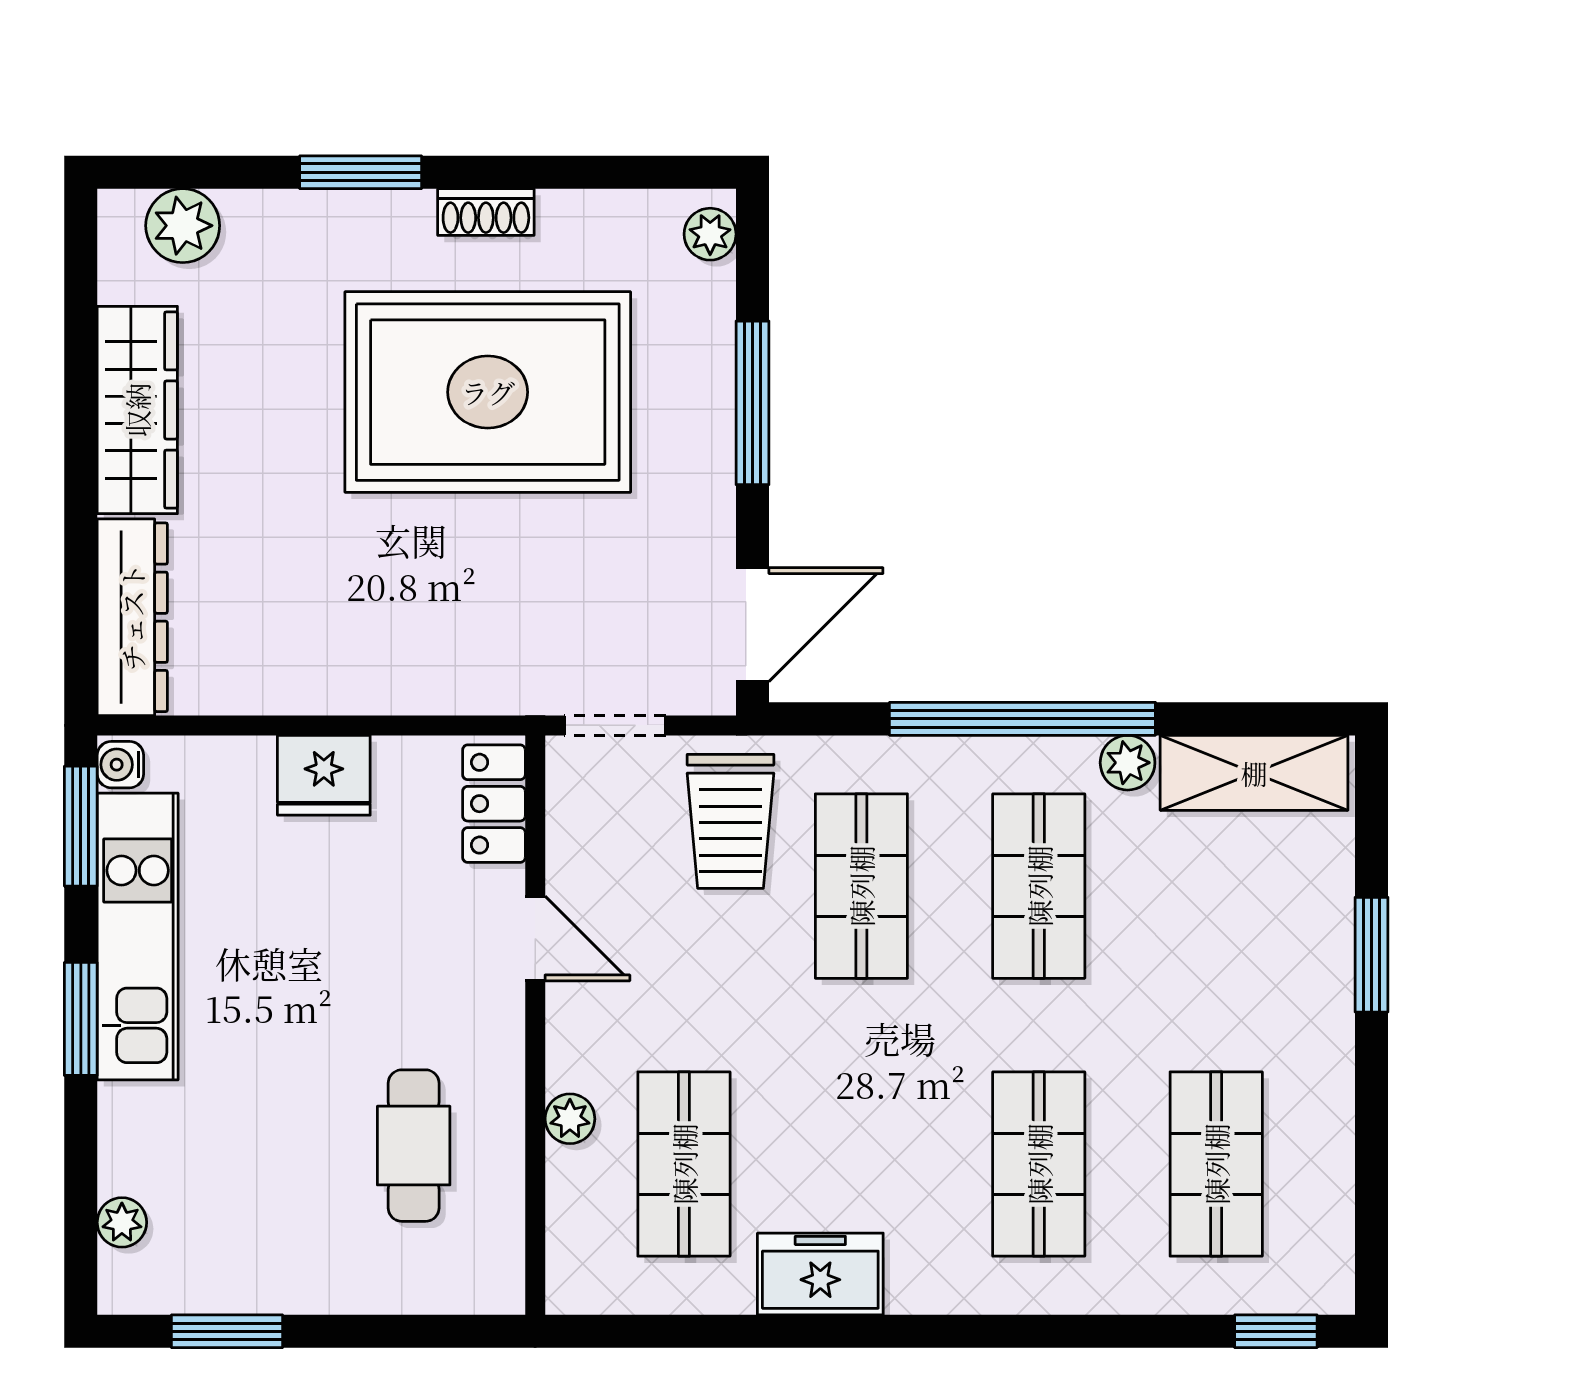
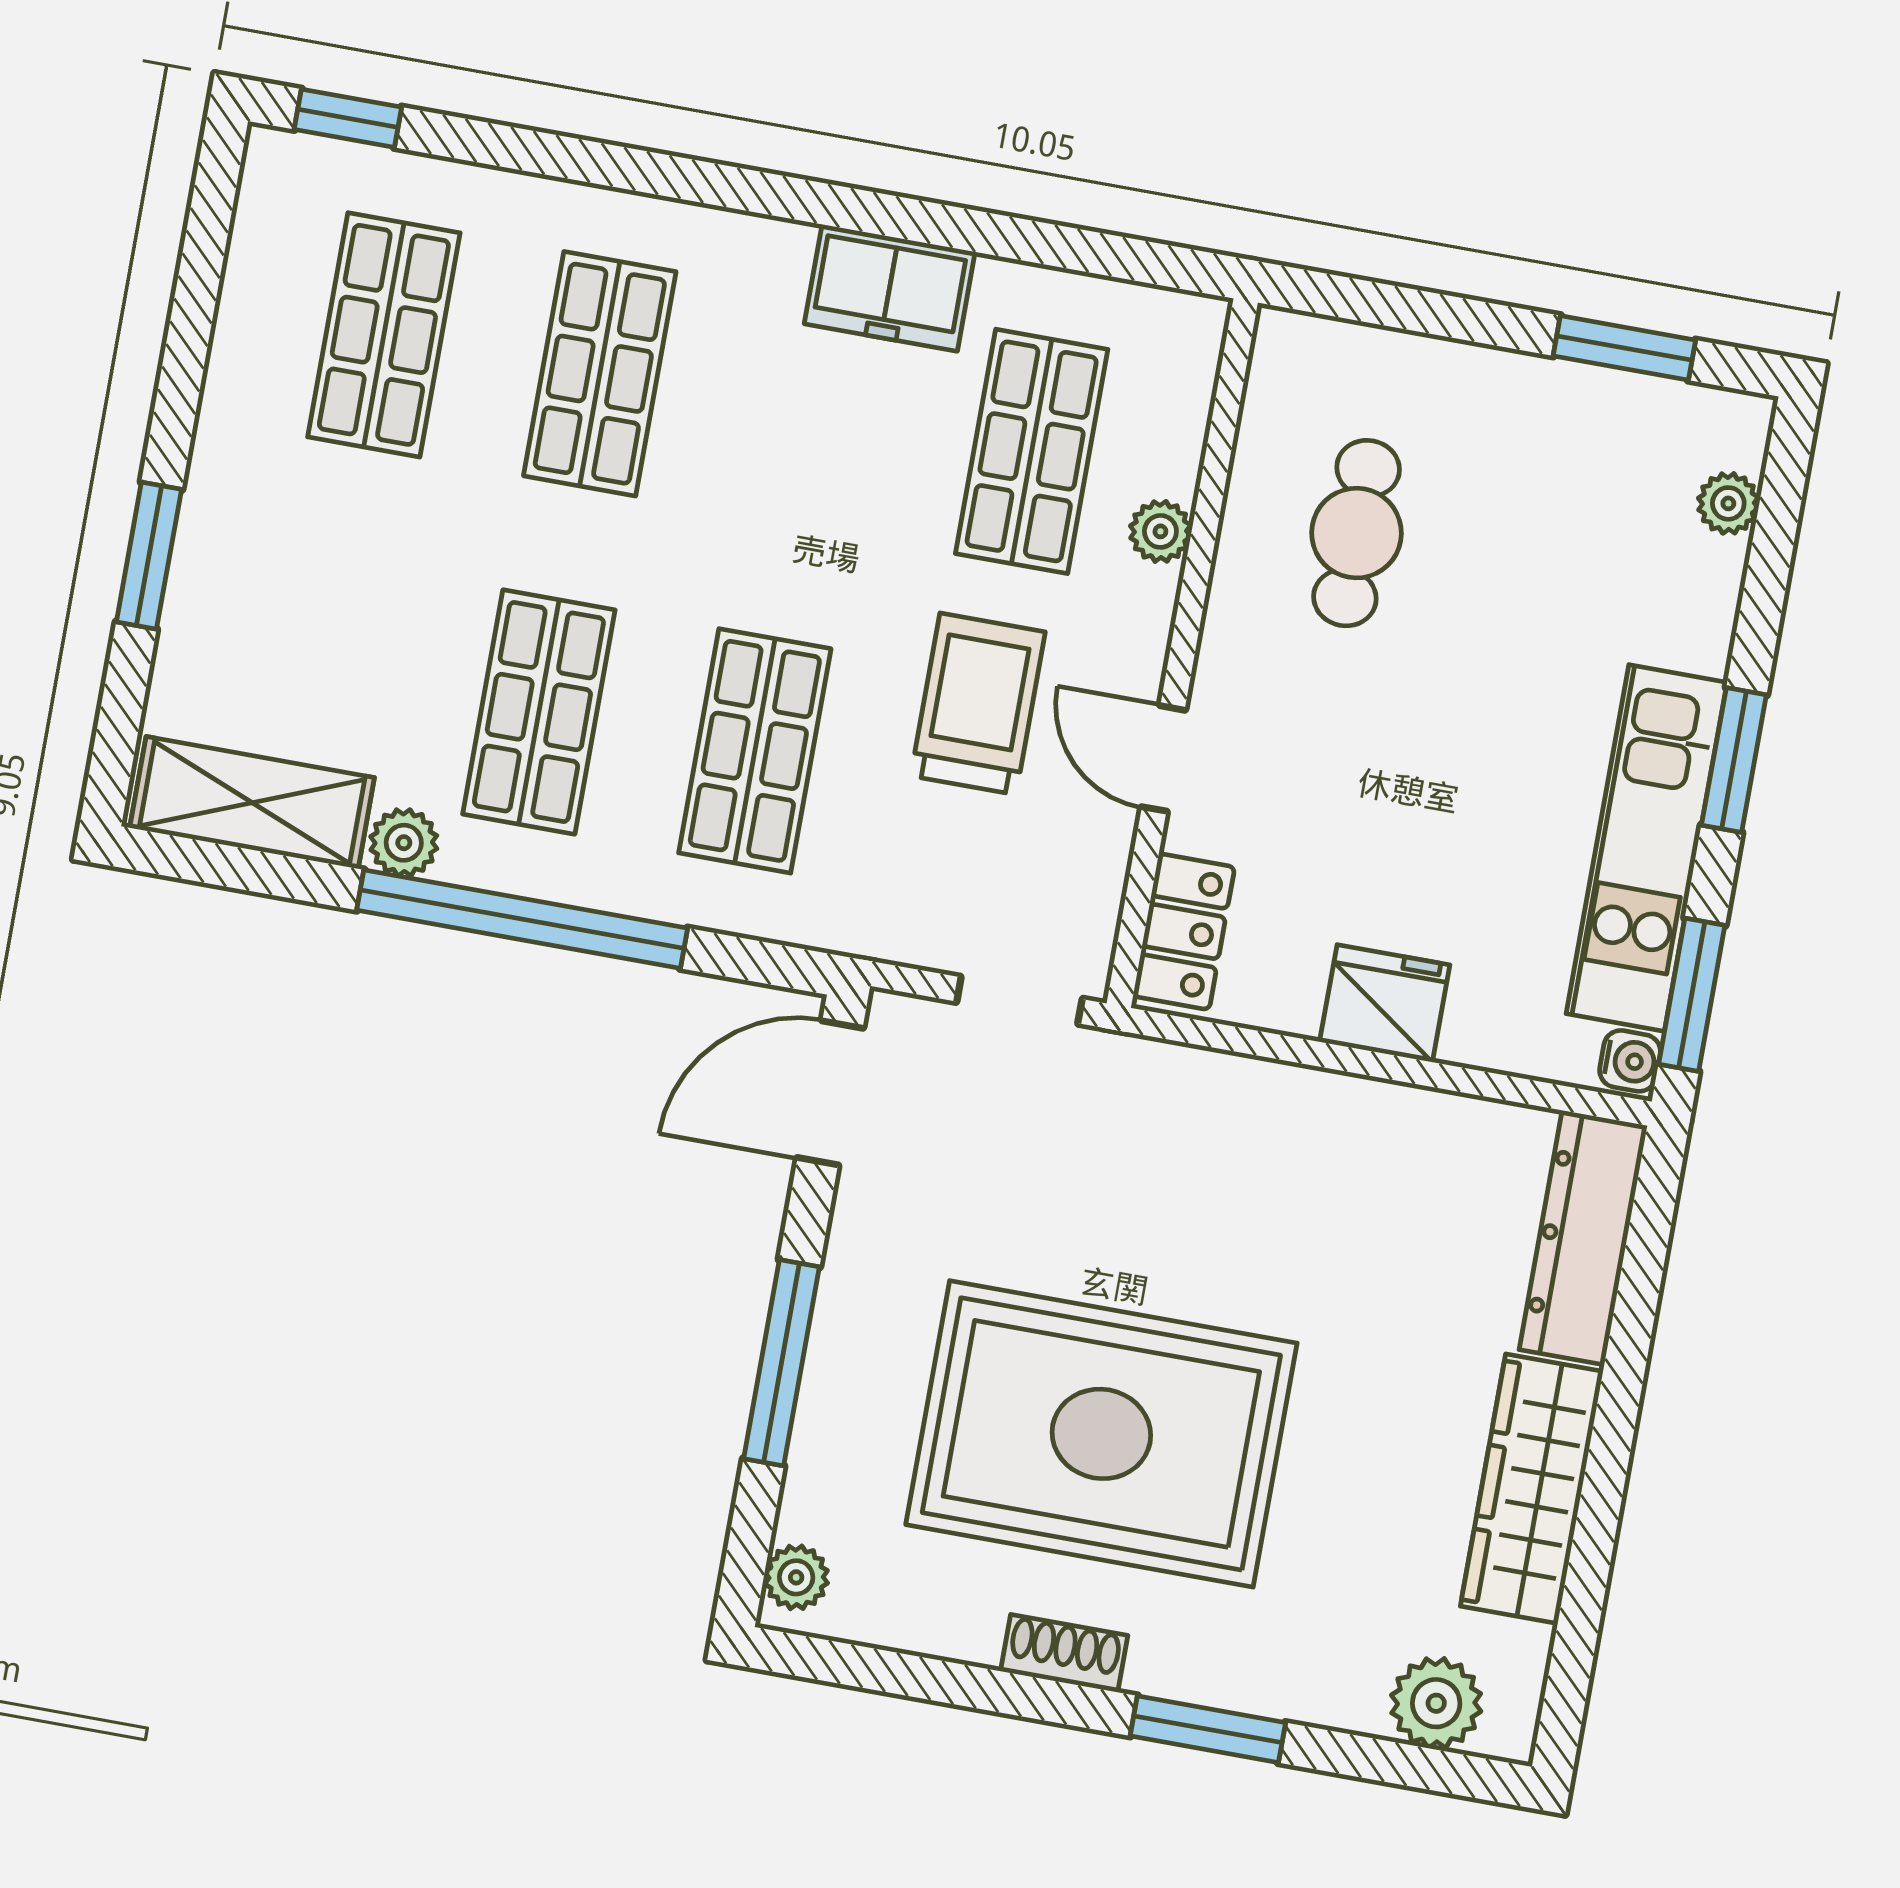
trolley: (731, 821) -> (978, 704), moved

